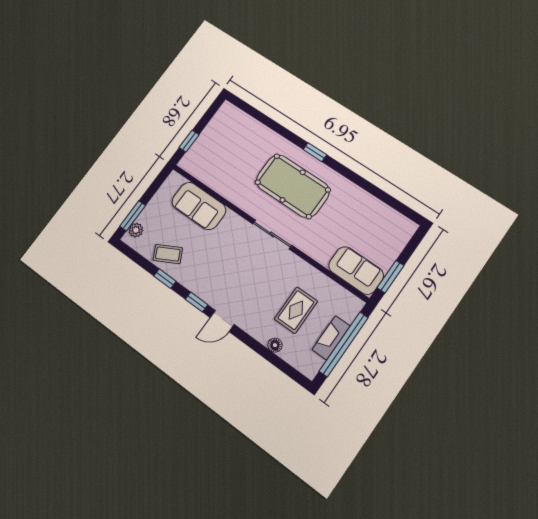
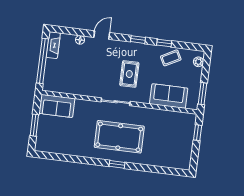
window: (133, 216) -> (202, 94), moved
window: (390, 277) -> (34, 125), moved
rug: (296, 310) -> (129, 74), moved
door: (222, 321) -> (102, 35), moved
fireplace: (331, 338) -> (53, 45), moved

